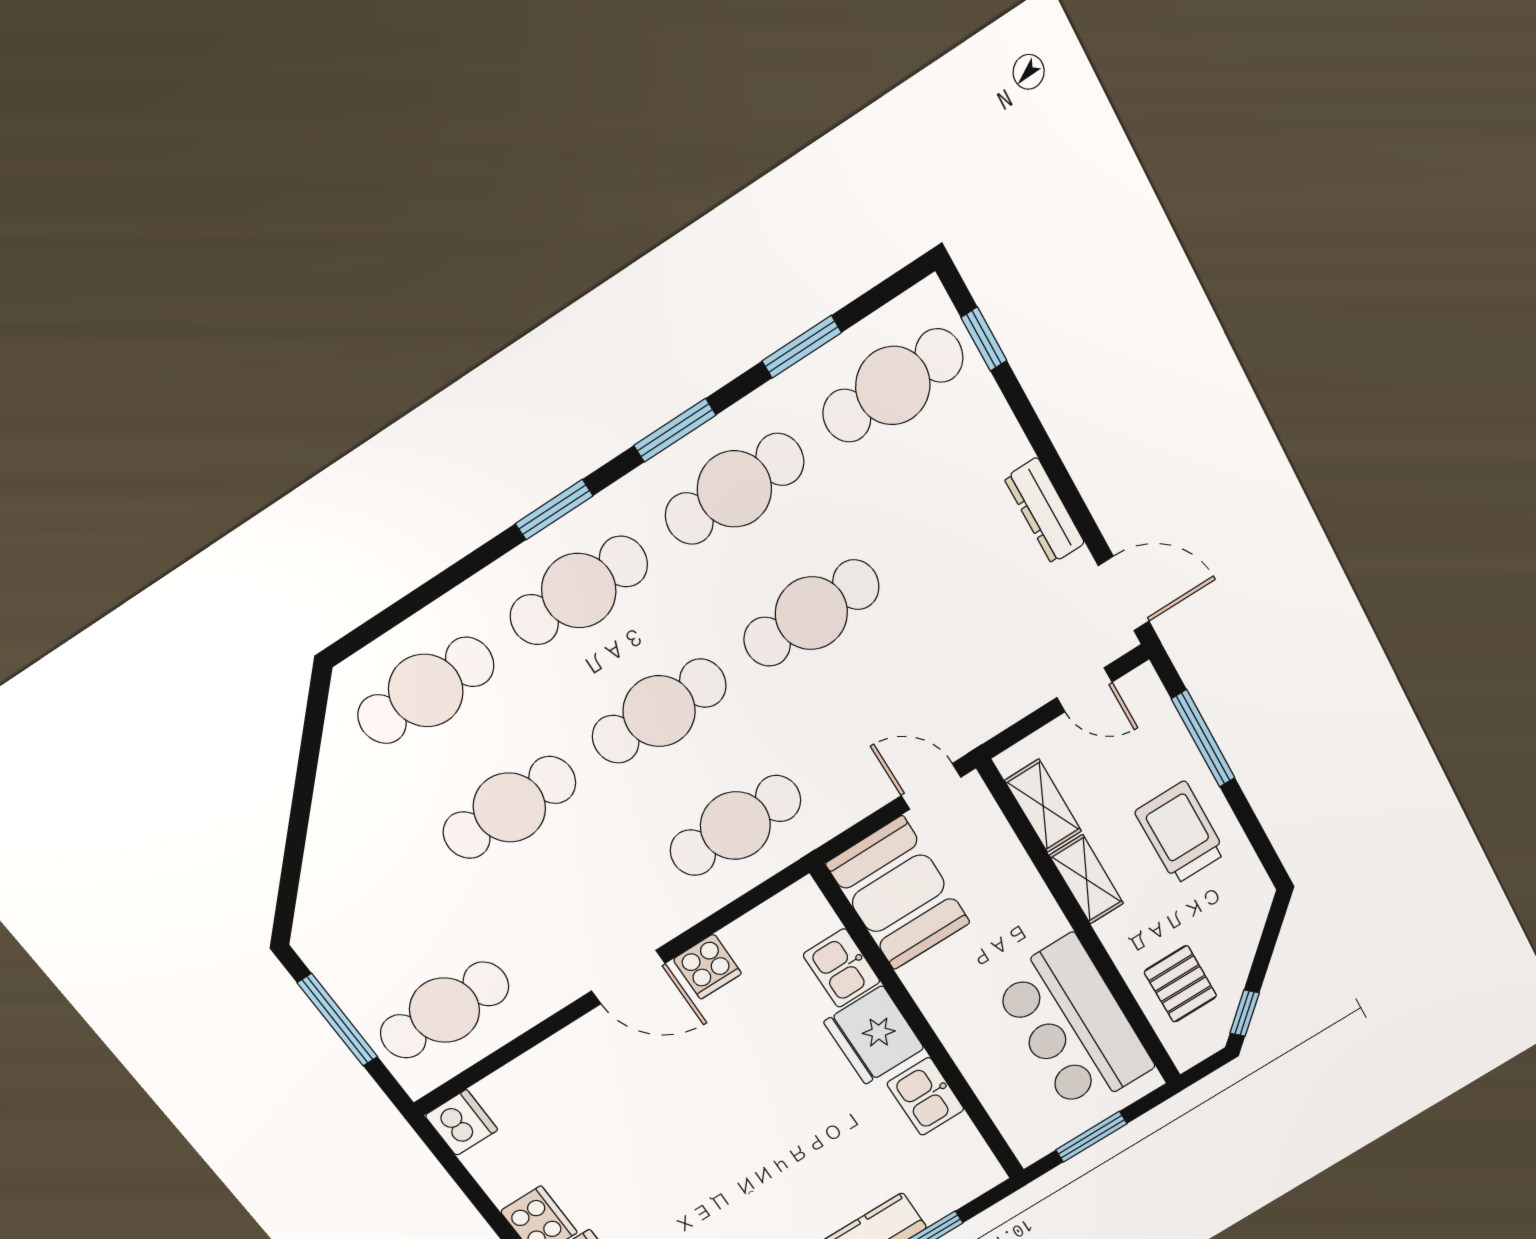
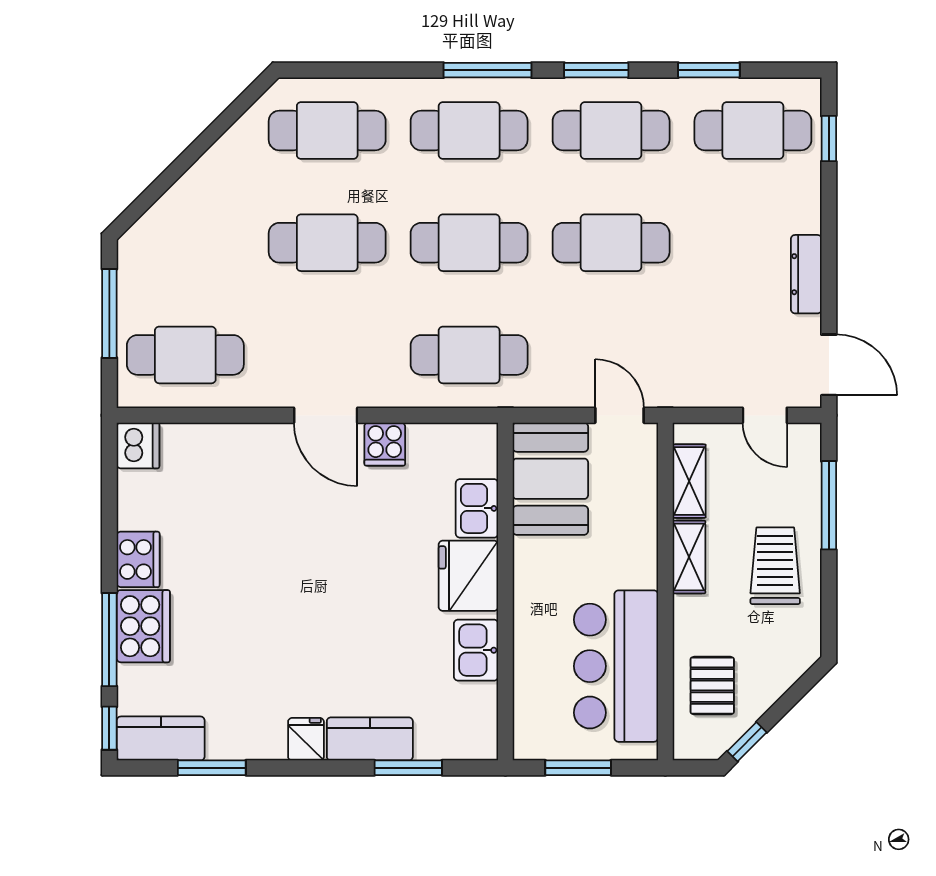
window: (554, 510) -> (488, 70), width x1.44

